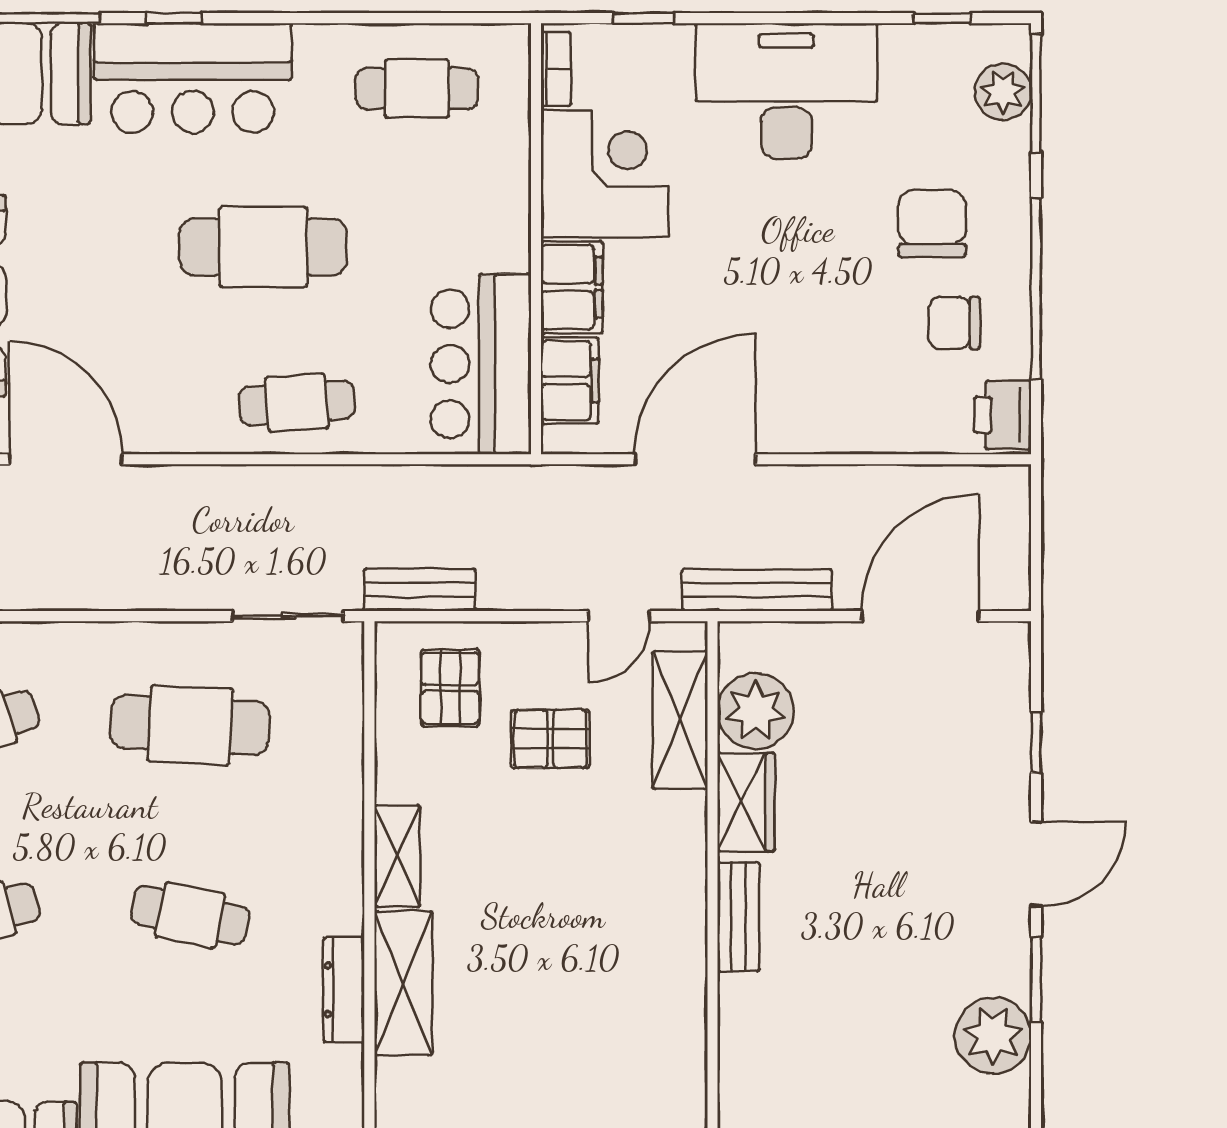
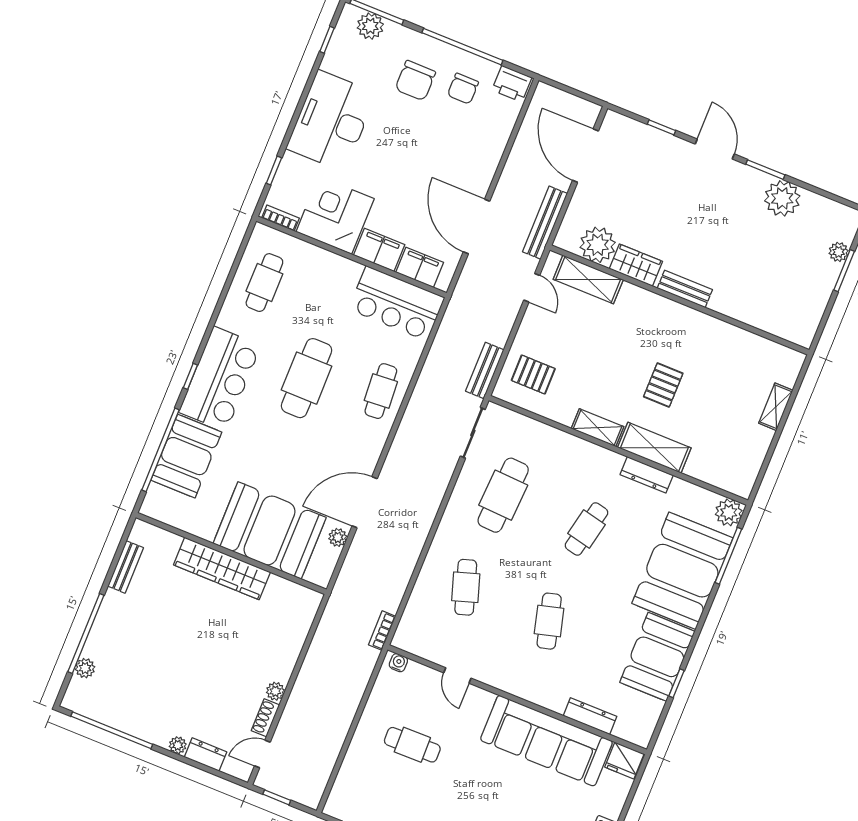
chair: (932, 223) -> (415, 81), turned -90
pallet: (550, 739) -> (663, 385), moved

